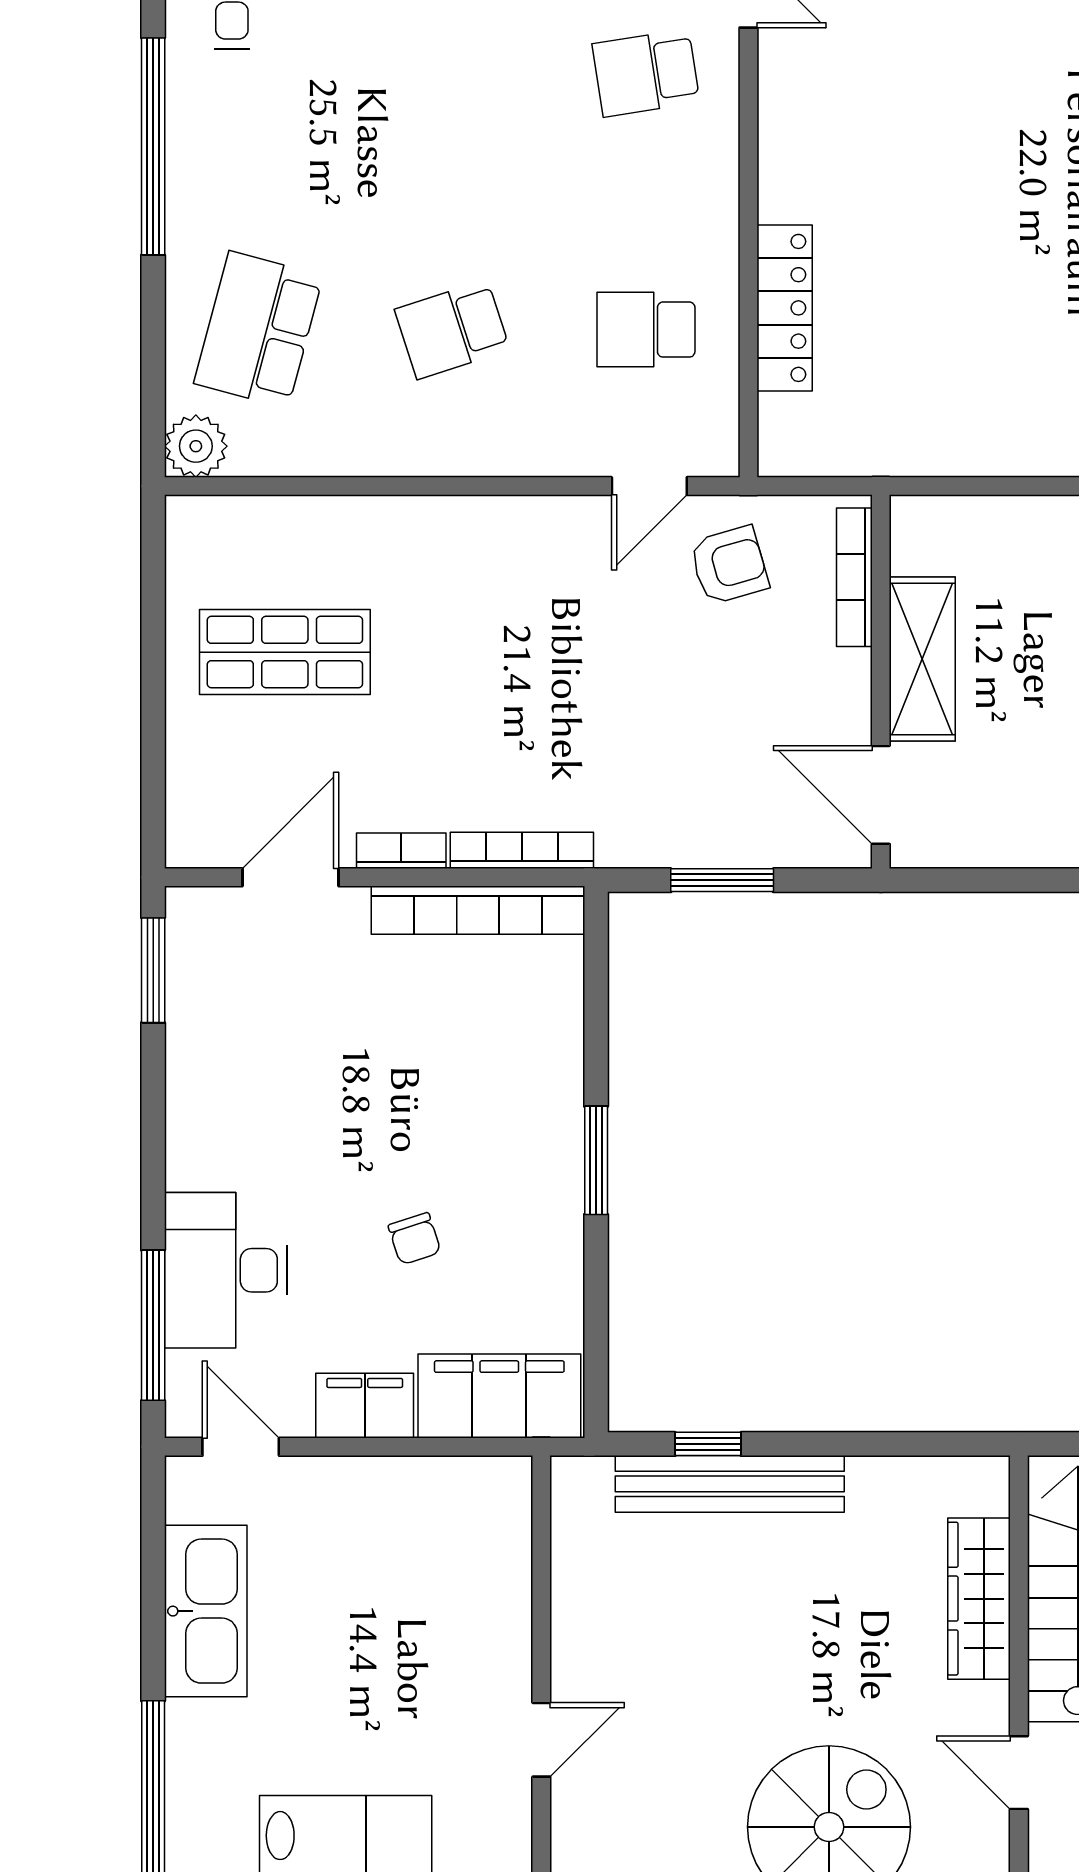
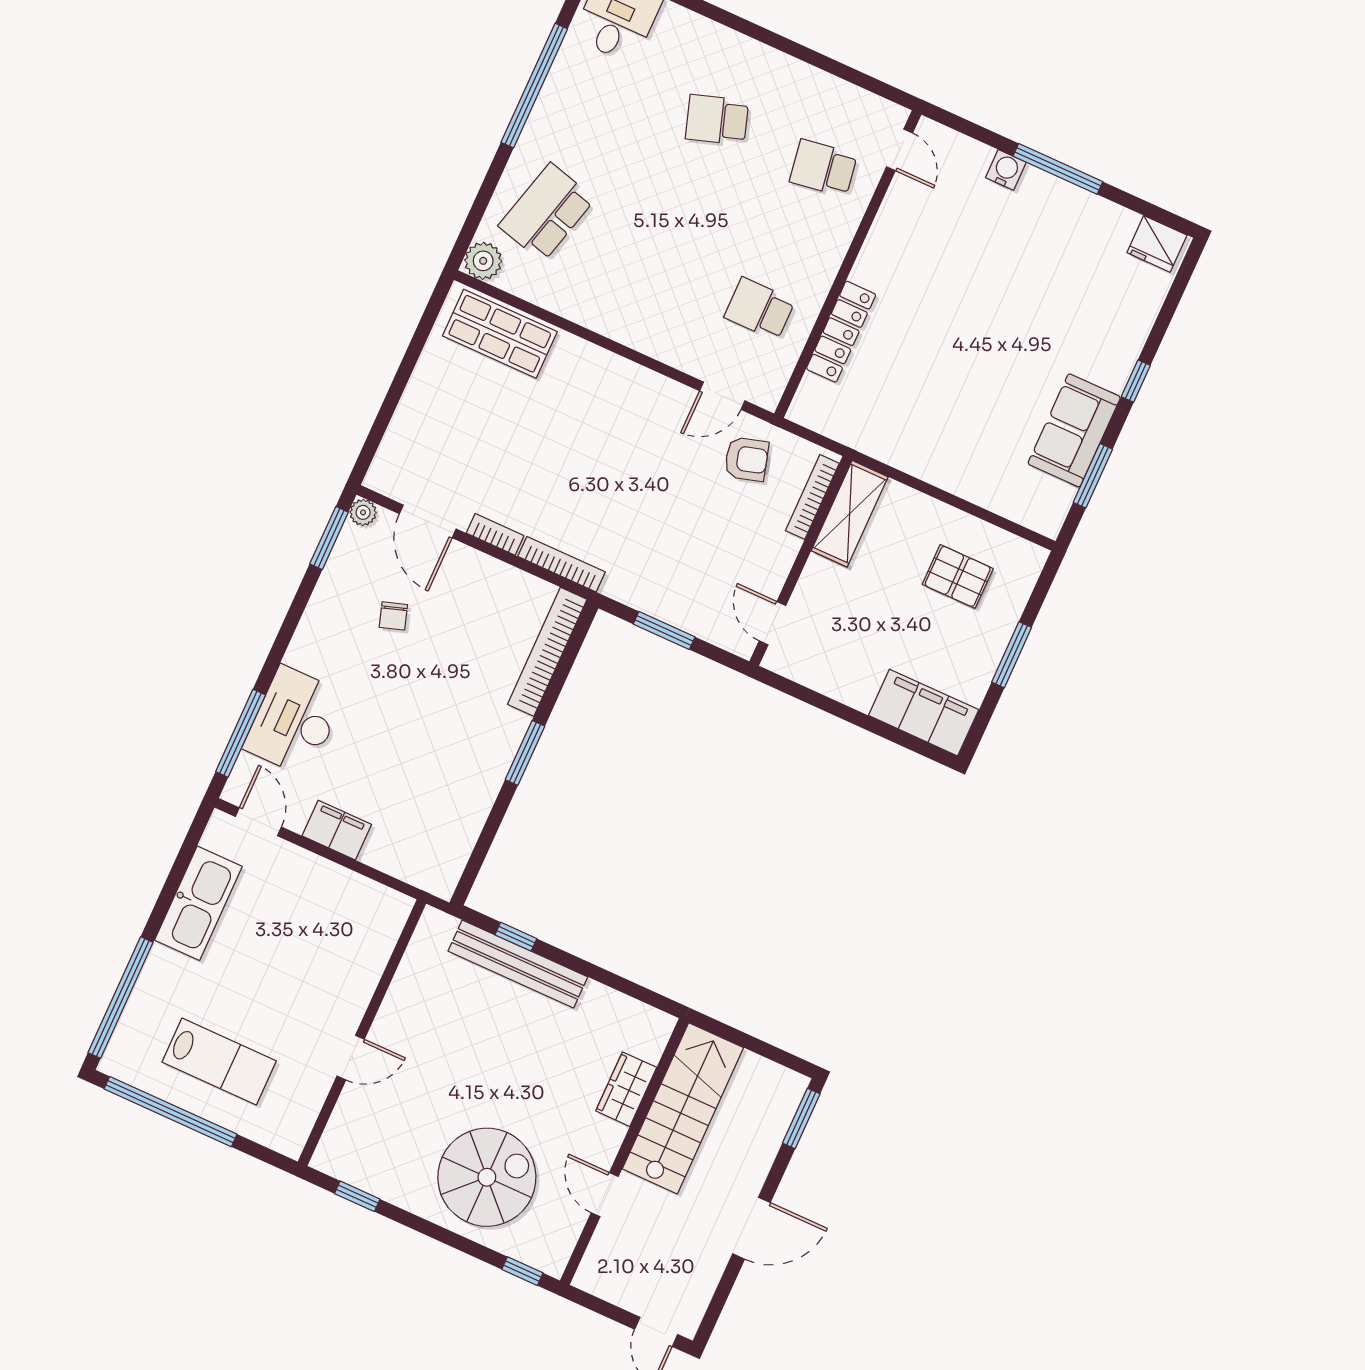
school desk: (452, 330) -> (717, 120), moved
shop shelf: (285, 652) -> (500, 334), moved
shelving: (922, 659) -> (850, 514), moved
door: (881, 795) -> (773, 623), width x0.73
door: (291, 877) -> (428, 521), swing flipped
plant: (187, 908) -> (363, 512), added
bookcase: (478, 910) -> (547, 652), moved, turned 90
chair: (415, 1239) -> (393, 616), moved
filing cabinet: (499, 1396) -> (413, 858), removed
wardrobe: (979, 1599) -> (626, 1089), width x0.67

